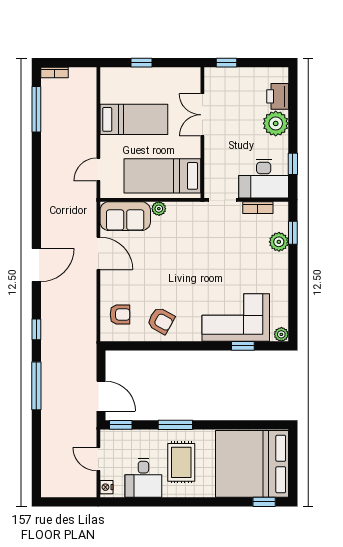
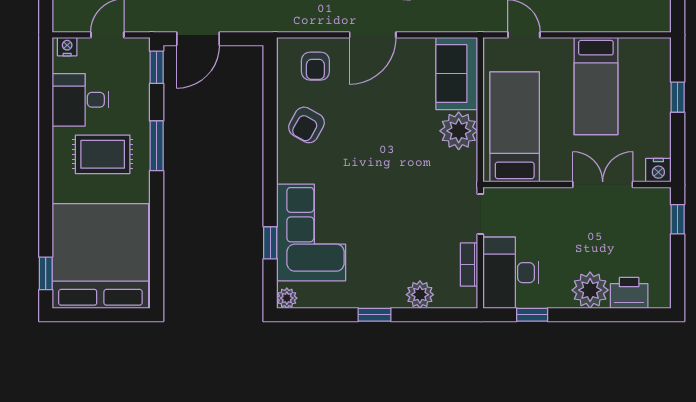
nightstand: (192, 76) -> (658, 170), added
plant: (159, 209) -> (459, 131), width x1.88, depth x1.88
window: (293, 233) -> (375, 315), moved
door: (98, 253) -> (373, 35), moved

